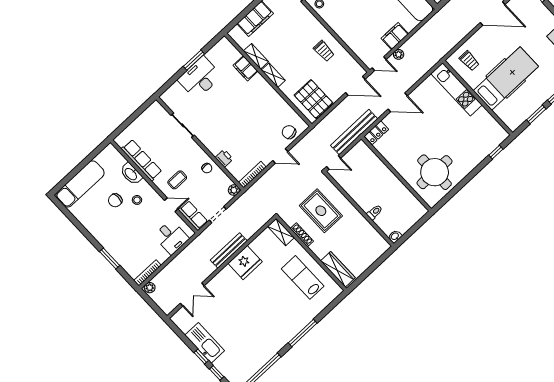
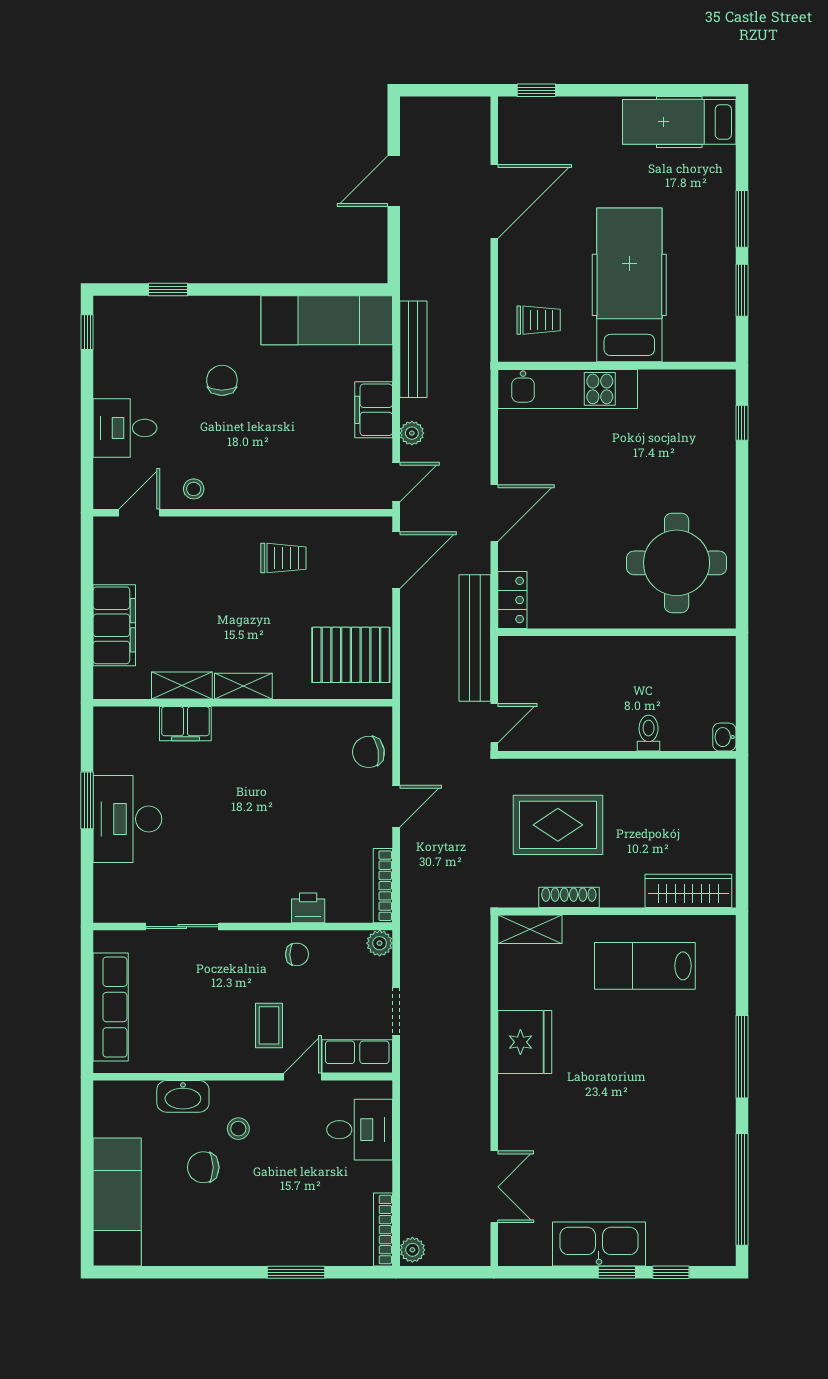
row of seats: (142, 160) -> (111, 1007), moved, turned 90
chair: (115, 200) -> (203, 1167), turned 90
bench: (229, 251) -> (413, 349), moved

